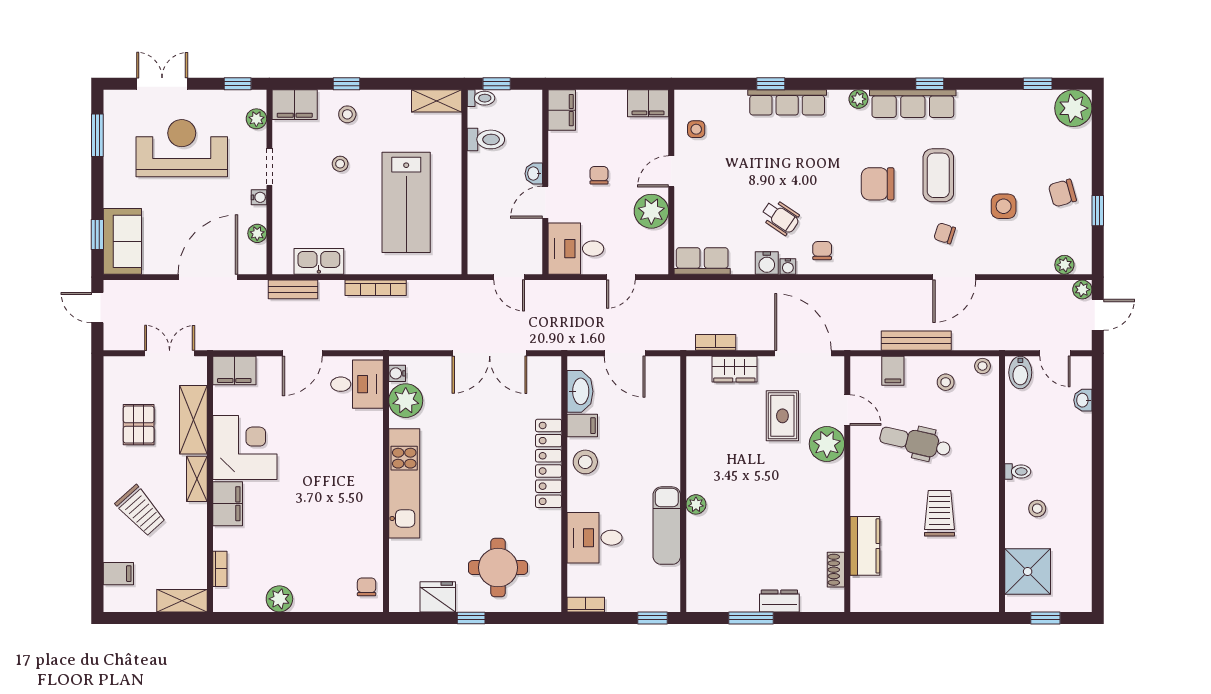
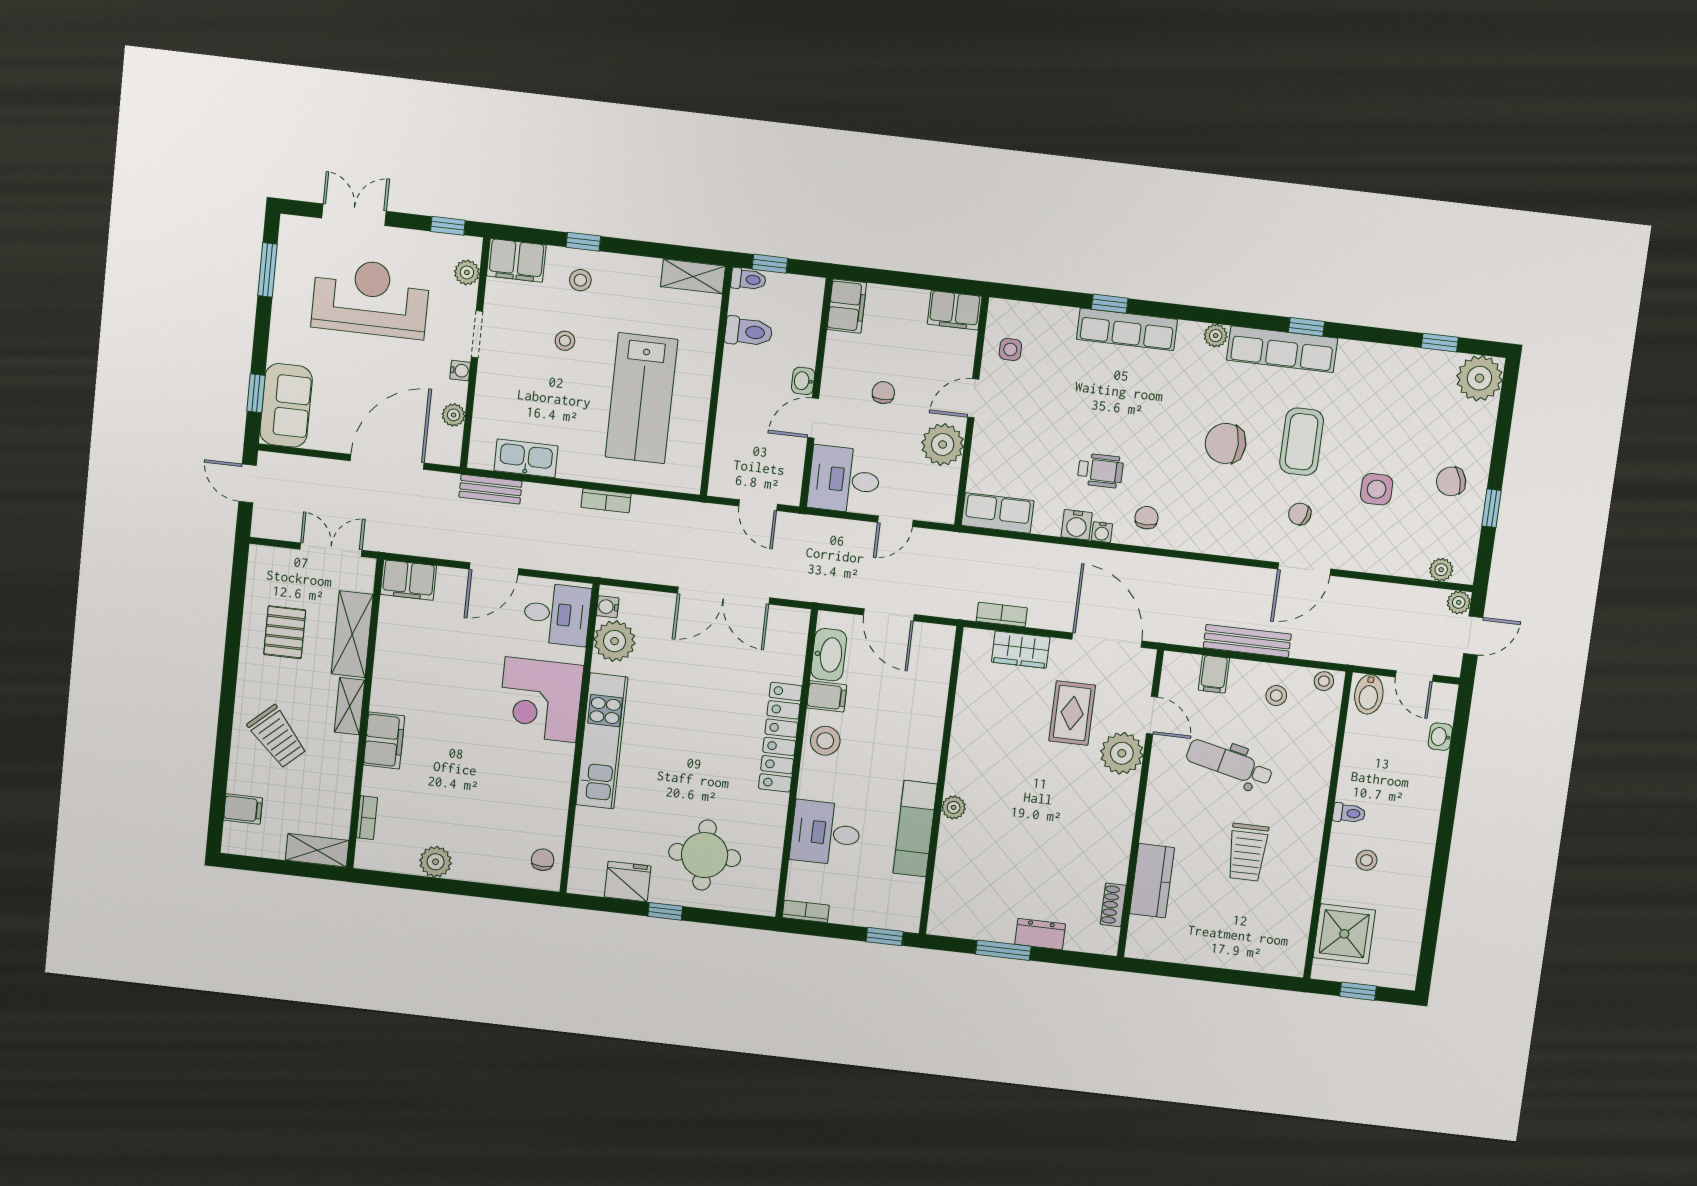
wheelchair: (780, 217) -> (1100, 471), turned -34
bookcase: (376, 288) -> (606, 501), width x0.64
corner desk: (245, 448) -> (541, 700), moved, turned 180
trolley: (939, 513) -> (1247, 852), turned 180

